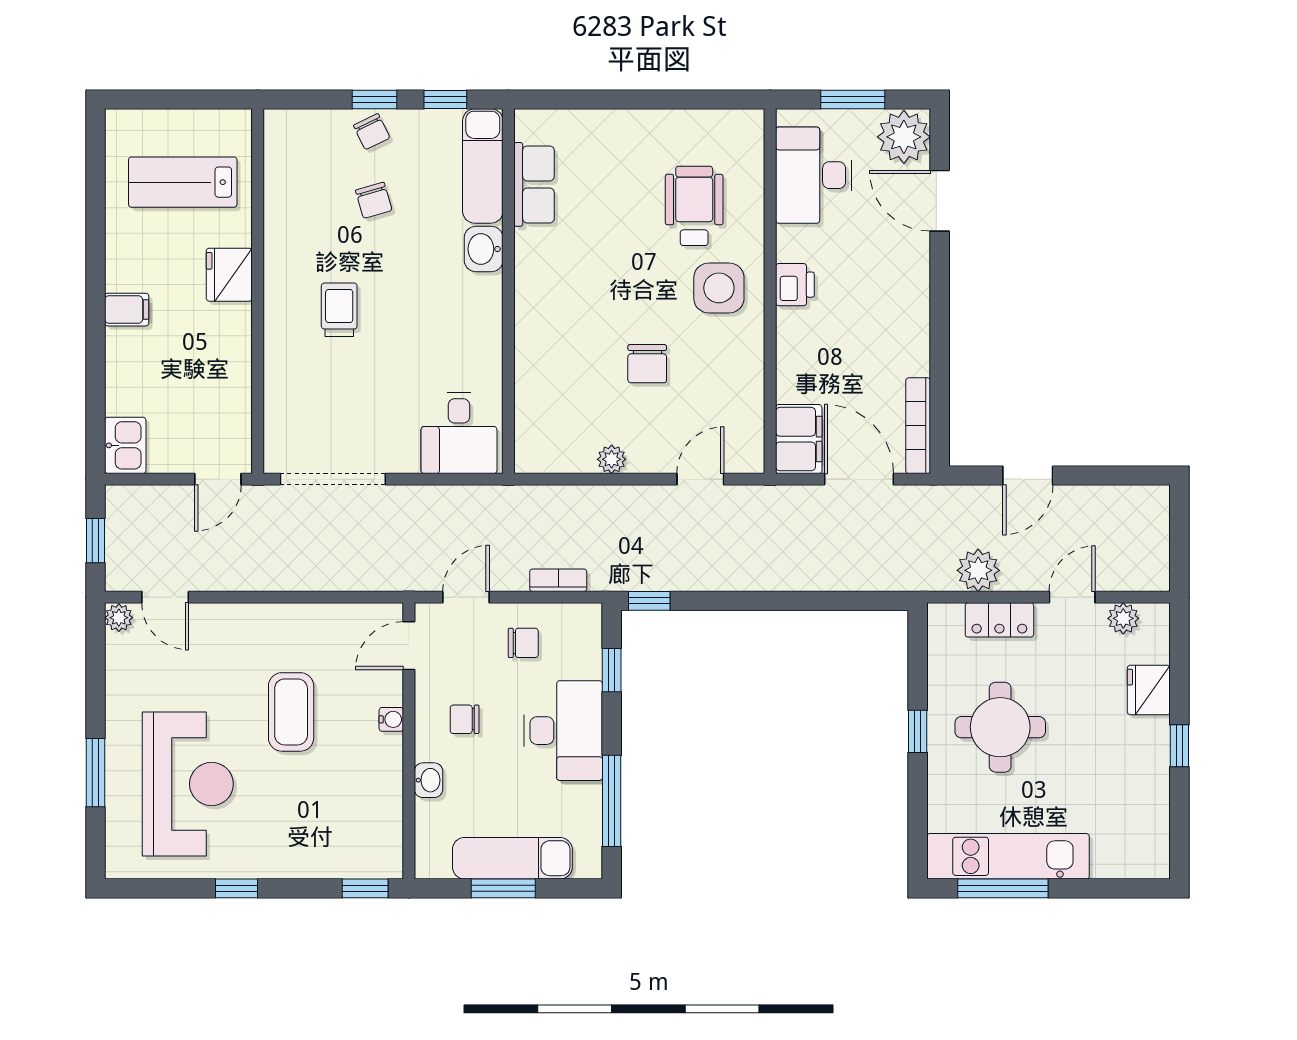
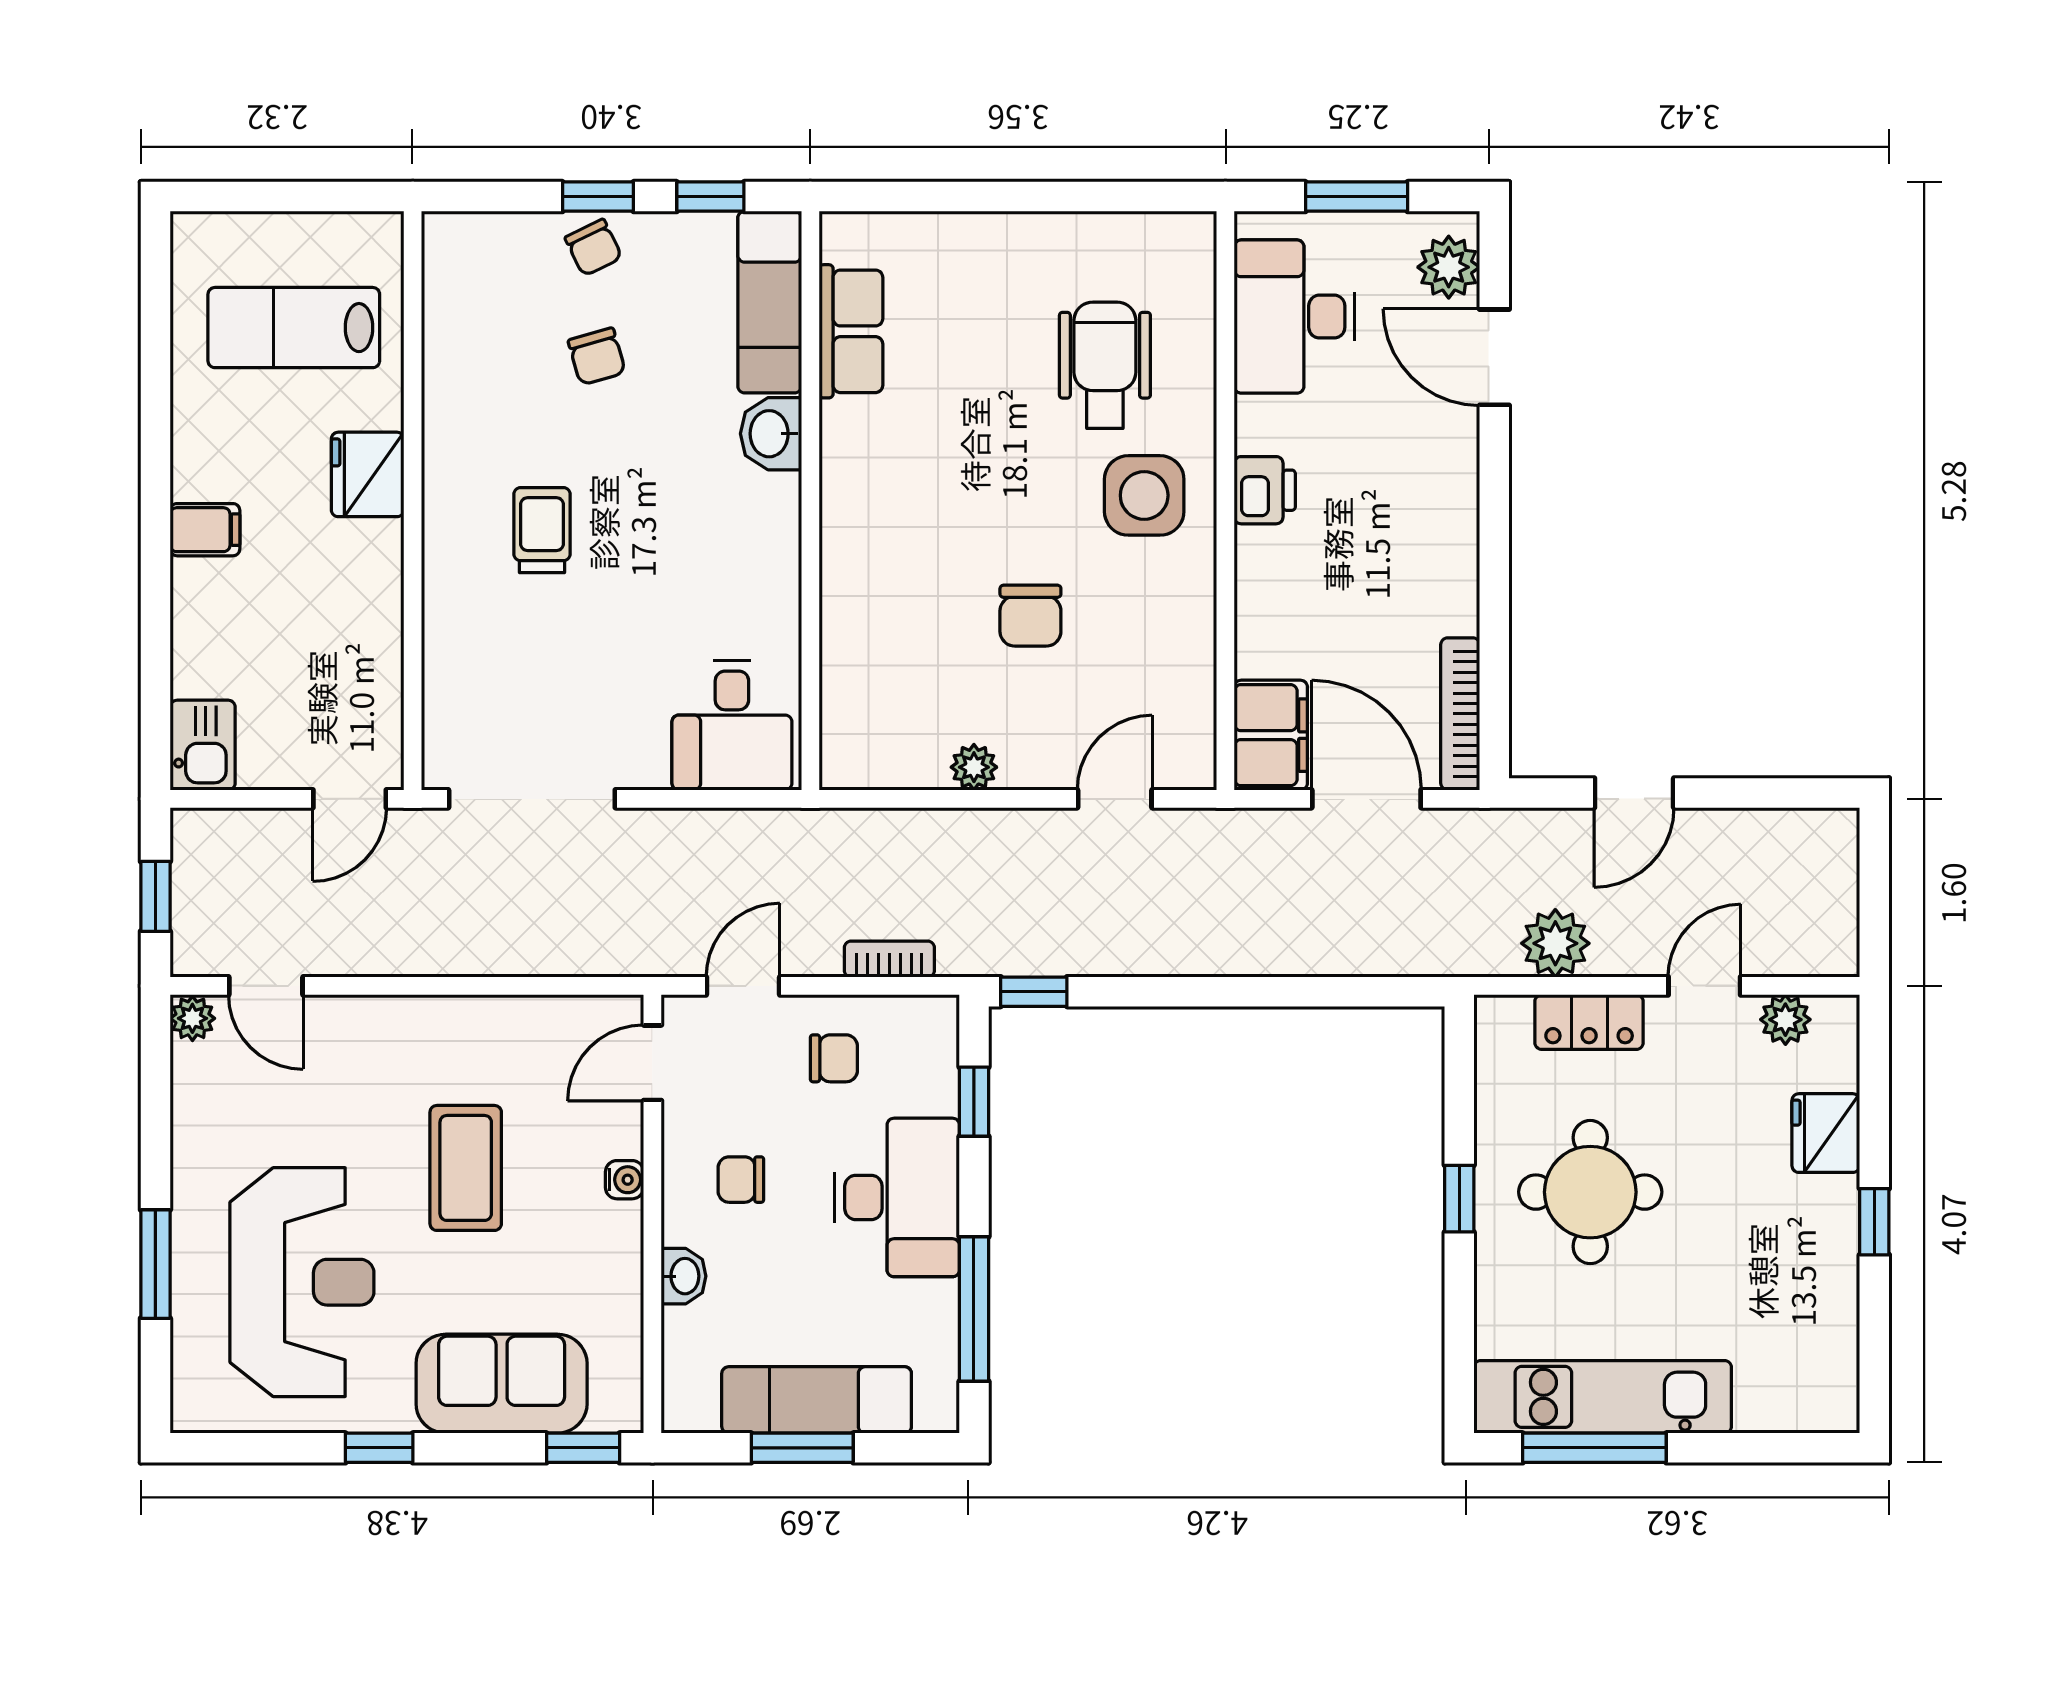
plant: (904, 137) -> (1449, 267), width x0.73, depth x0.73
sofa: (314, 848) -> (502, 1384), added

